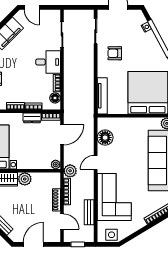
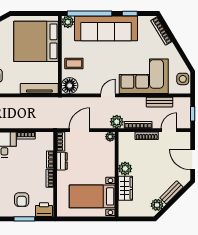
floor lamp: (55, 98) -> (42, 137), removed
coffee table: (126, 129) -> (74, 63), added
door: (62, 135) -> (80, 130), hinge flipped
floor lamp: (105, 138) -> (70, 86), moved
door: (96, 163) -> (108, 95), swing flipped

